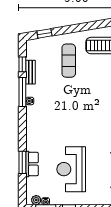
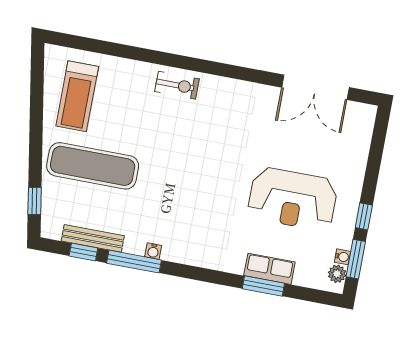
exercise mat: (69, 61) -> (93, 166), width x1.36, depth x1.45
bench: (31, 72) -> (93, 238), width x1.36

